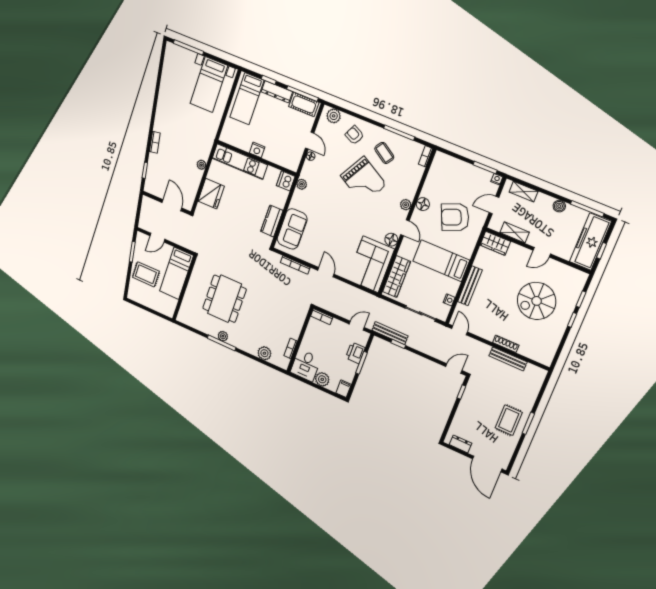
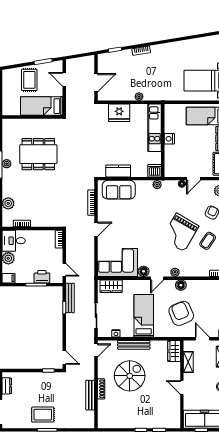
wardrobe: (396, 277) -> (111, 286), width x0.67
spiral stairs: (537, 301) -> (130, 376), moved, turned 90

